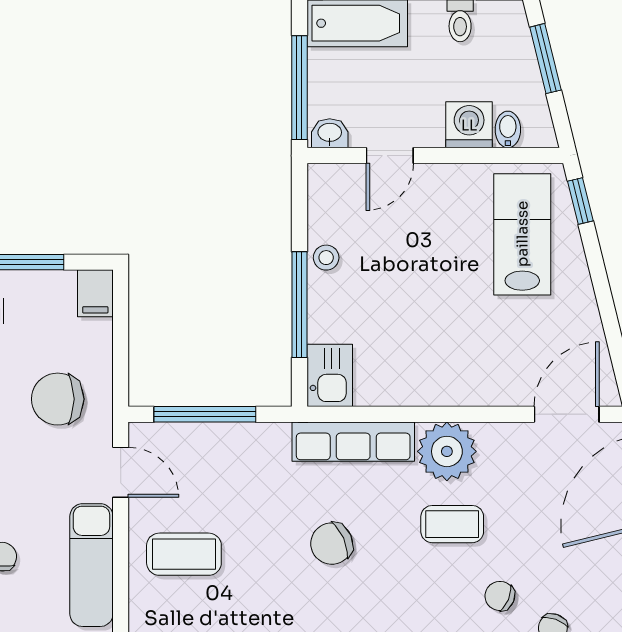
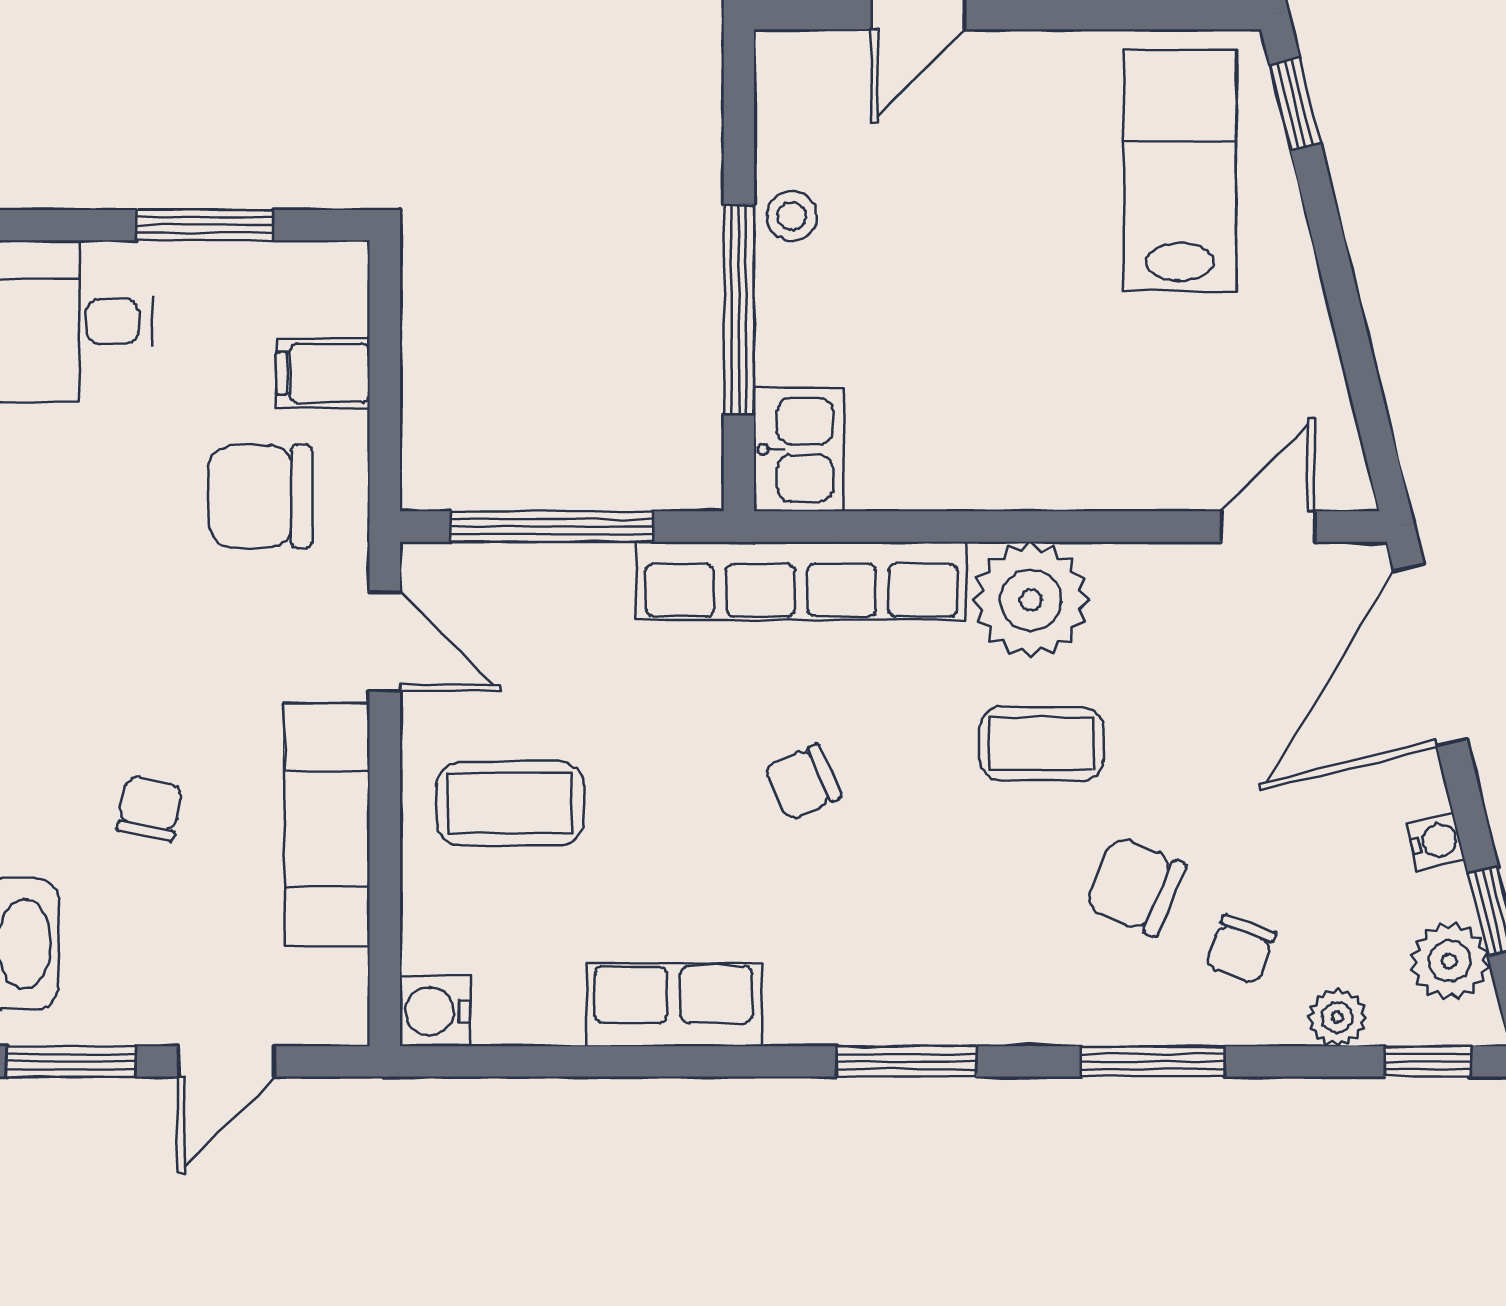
filing cabinet: (95, 293) -> (323, 373), moved, turned 90
door: (567, 414) -> (1268, 526), width x0.73
row of seats: (353, 442) -> (801, 581), width x1.36
chair: (332, 544) -> (803, 782), width x0.73, depth x0.73
chair: (500, 596) -> (1136, 886), width x1.37, depth x1.37

